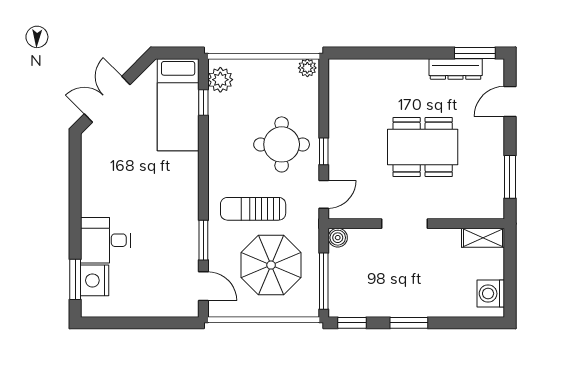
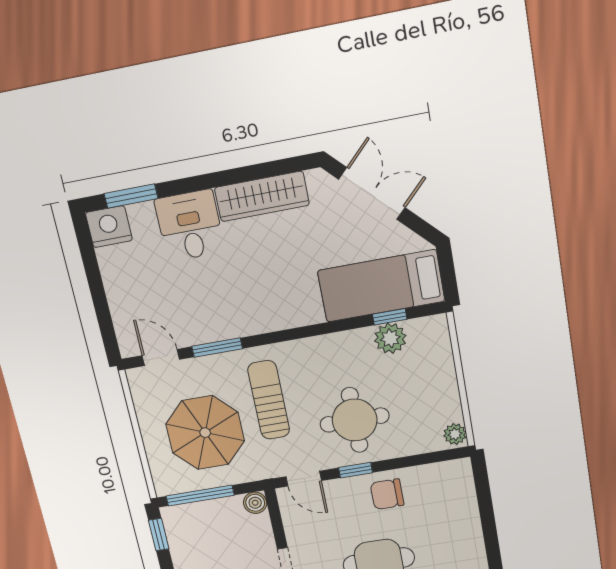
plant: (220, 80) -> (390, 338), moved
chair: (349, 130) -> (387, 494), added
wardrobe: (94, 181) -> (262, 196), added
nightstand: (95, 280) -> (109, 227), moved
door: (203, 286) -> (161, 357), swing flipped

